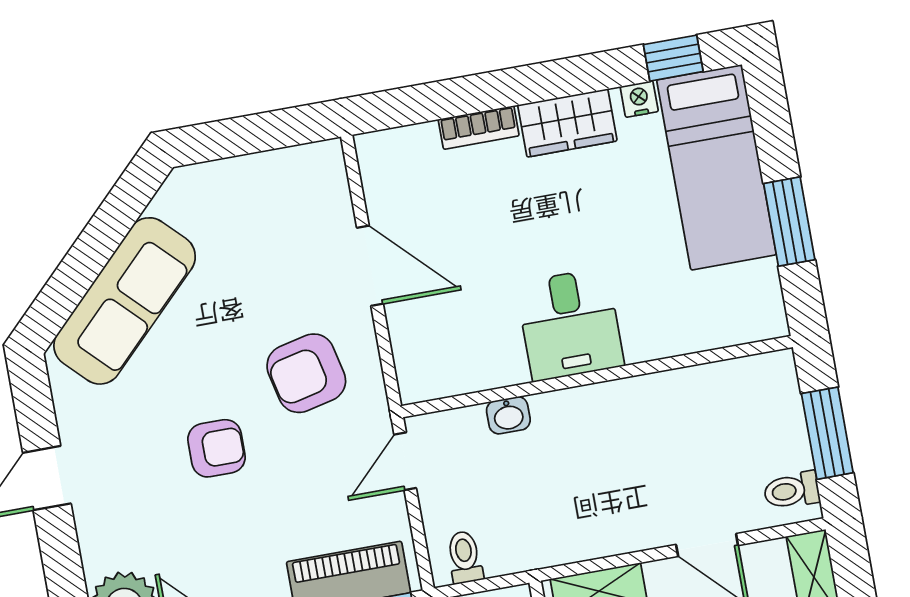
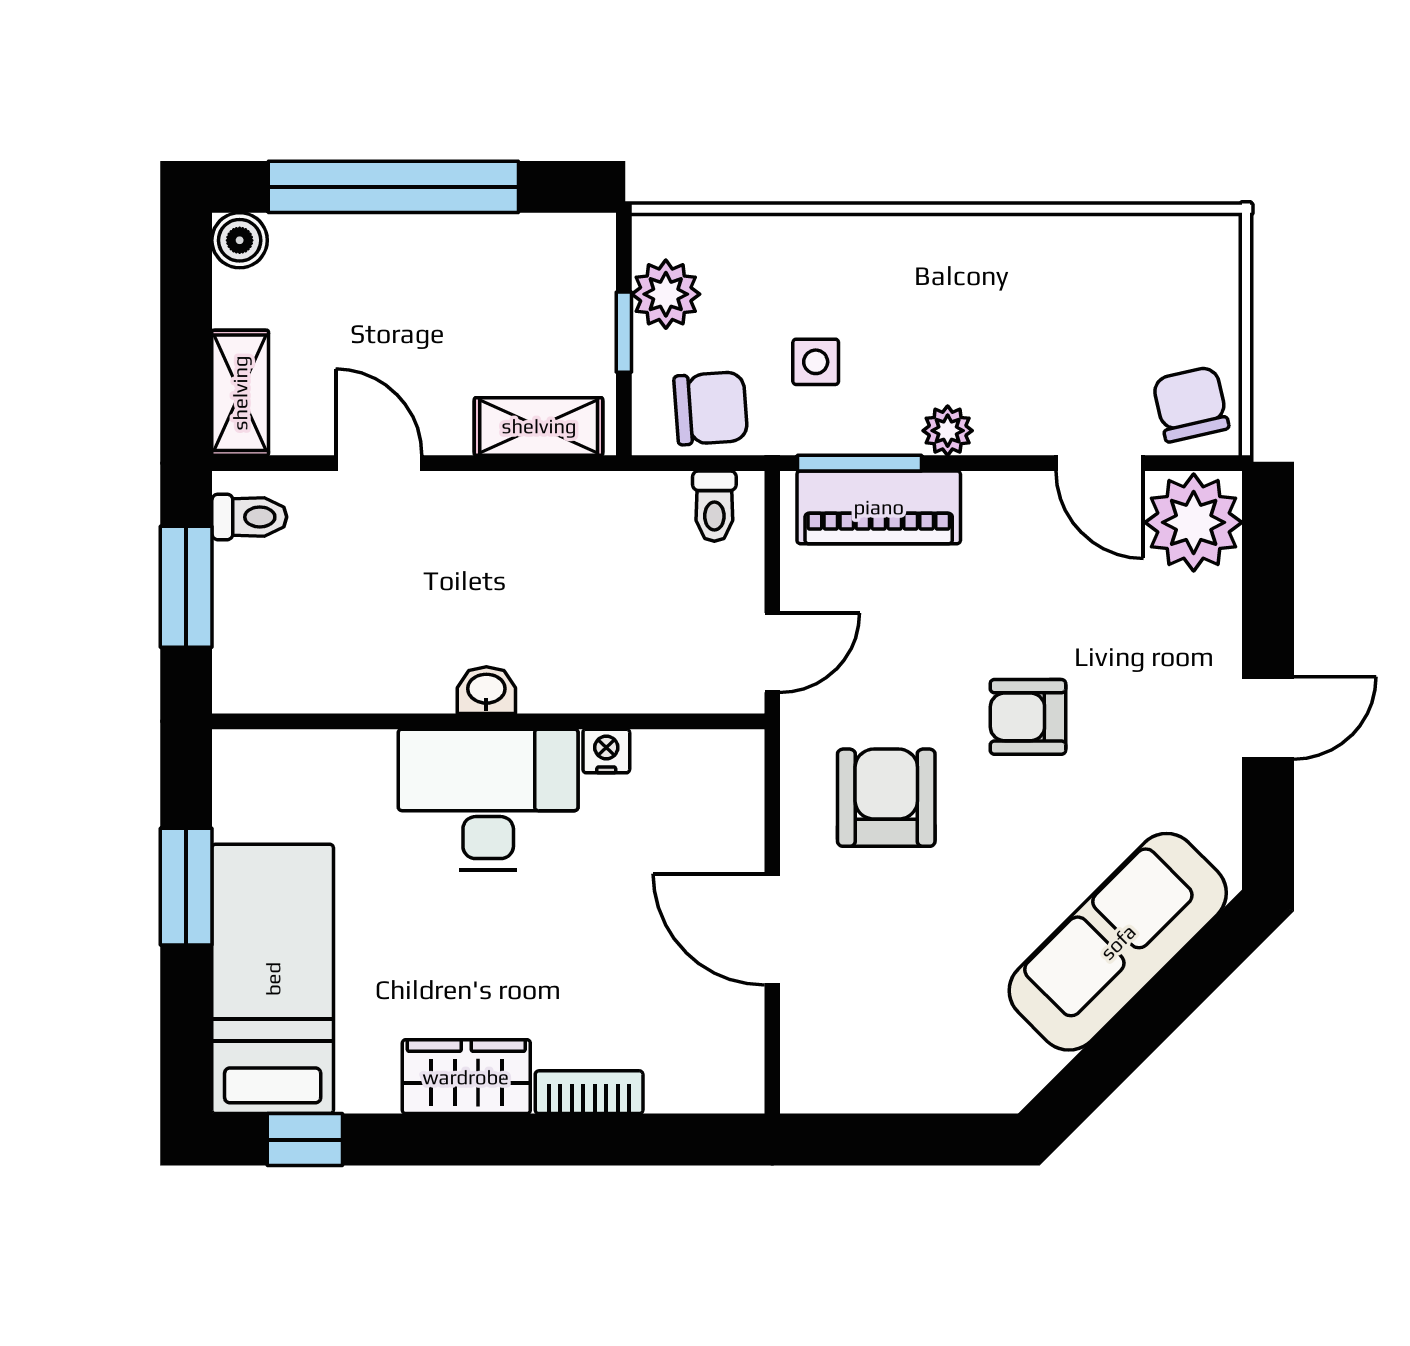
nightstand: (639, 99) -> (606, 751), moved, turned 180
desk: (570, 324) -> (488, 799), width x1.37
armchair: (306, 373) -> (886, 798), turned -77
washbasin: (508, 415) -> (486, 690), moved

